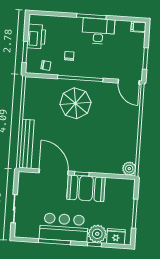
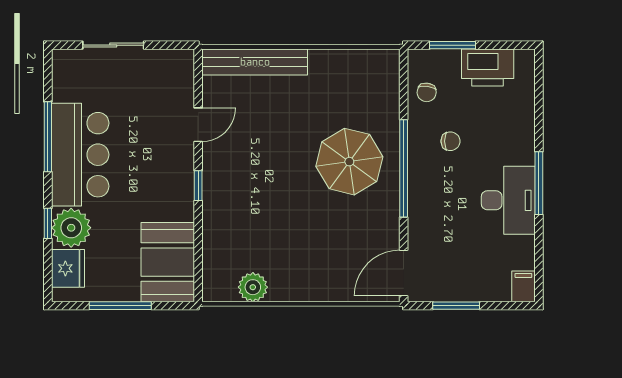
plant: (129, 169) -> (253, 287), moved
door: (54, 172) -> (198, 125), width x0.53
booth: (86, 188) -> (168, 262), moved

